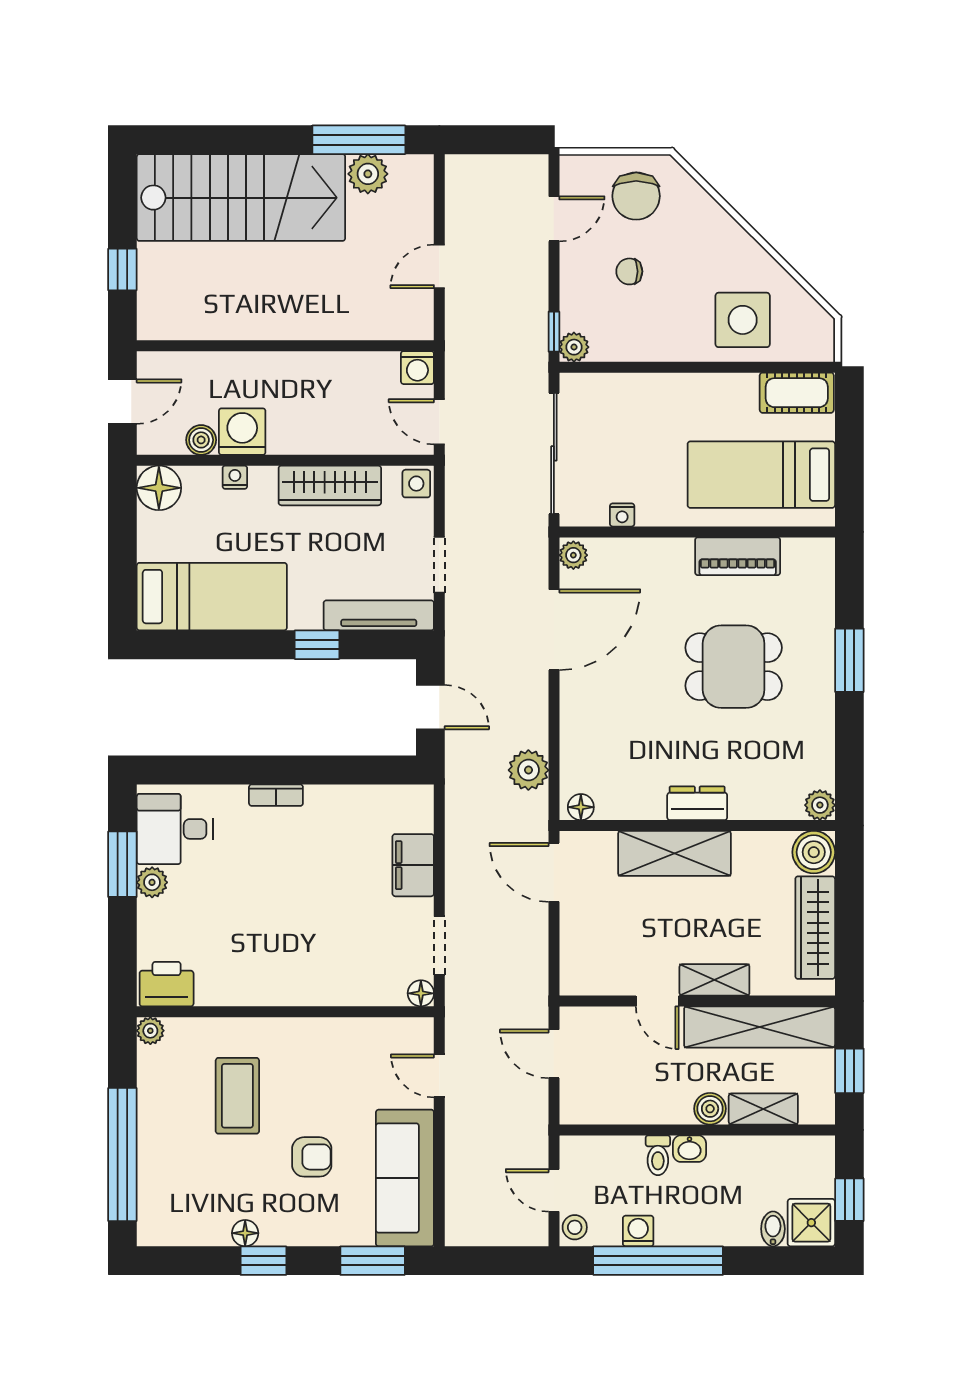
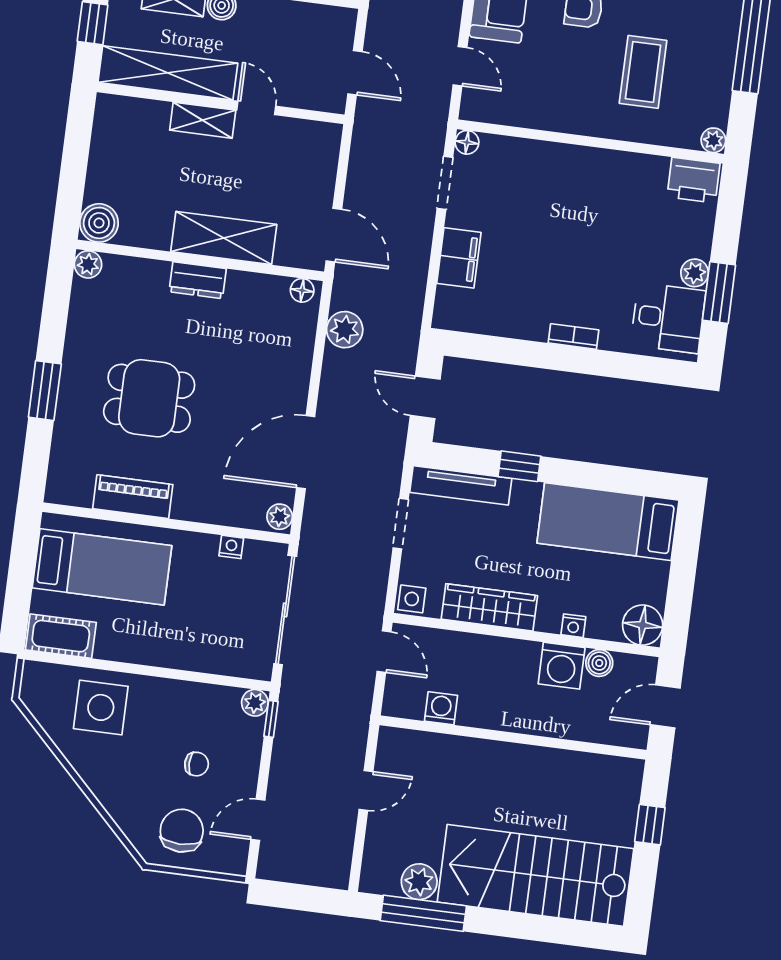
washing machine: (417, 368) -> (441, 708), moved
wardrobe: (815, 928) -> (106, 155), removed

